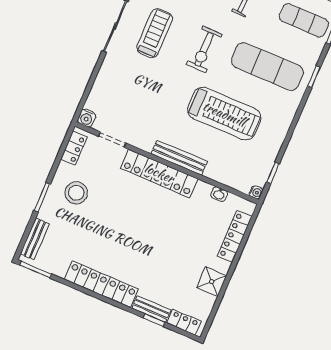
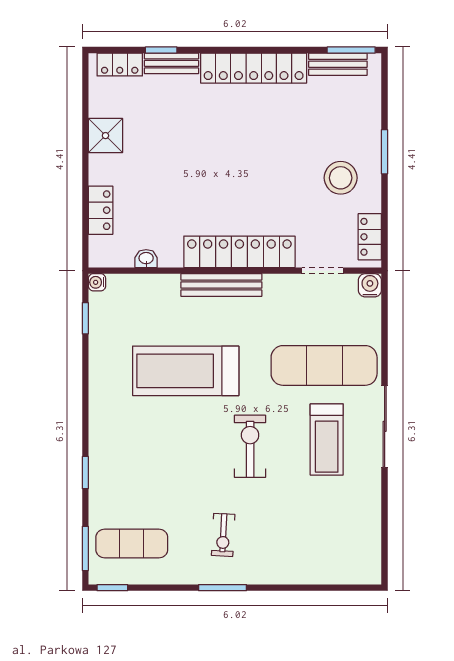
exercise mat: (267, 66) -> (324, 365), moved
locker: (235, 236) -> (101, 210), width x0.66
bench: (35, 239) -> (338, 64), moved, turned 90

